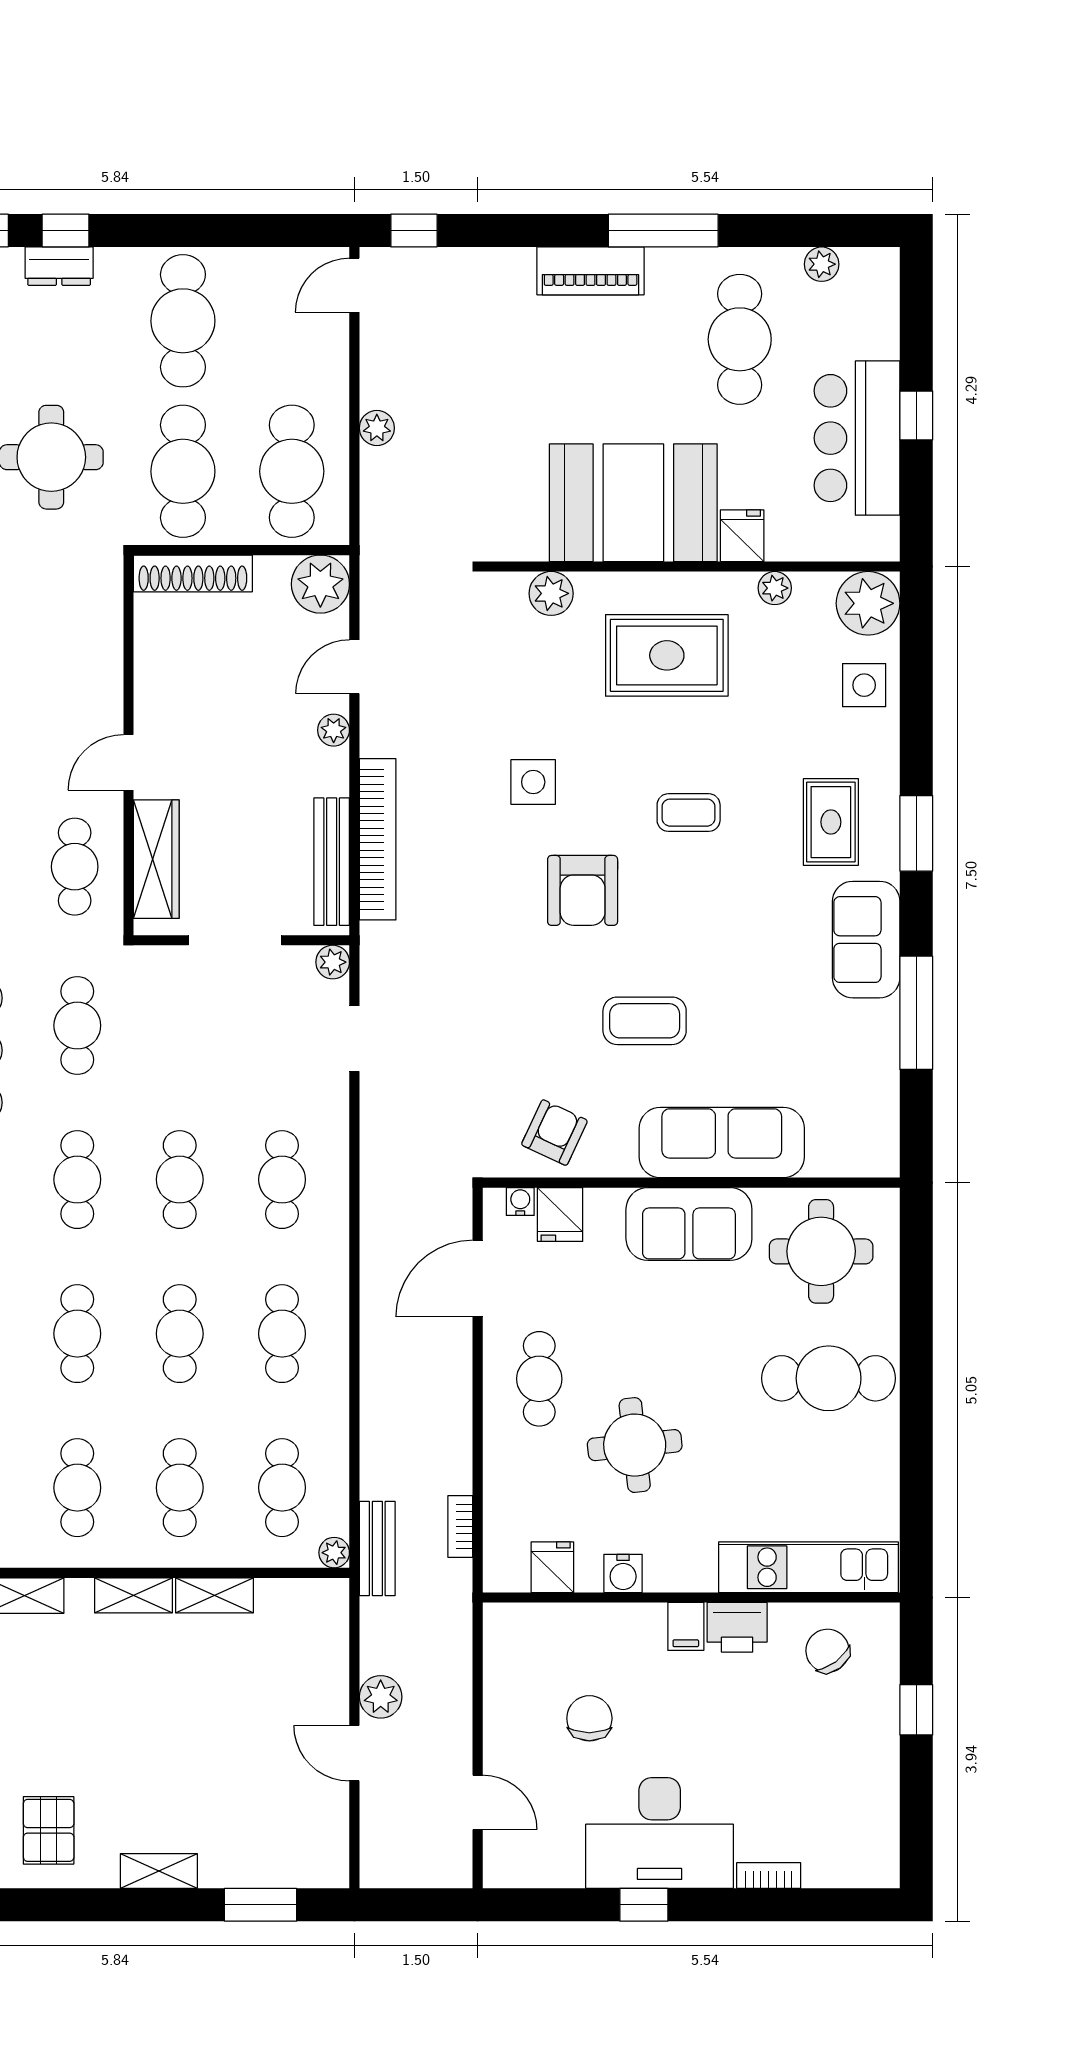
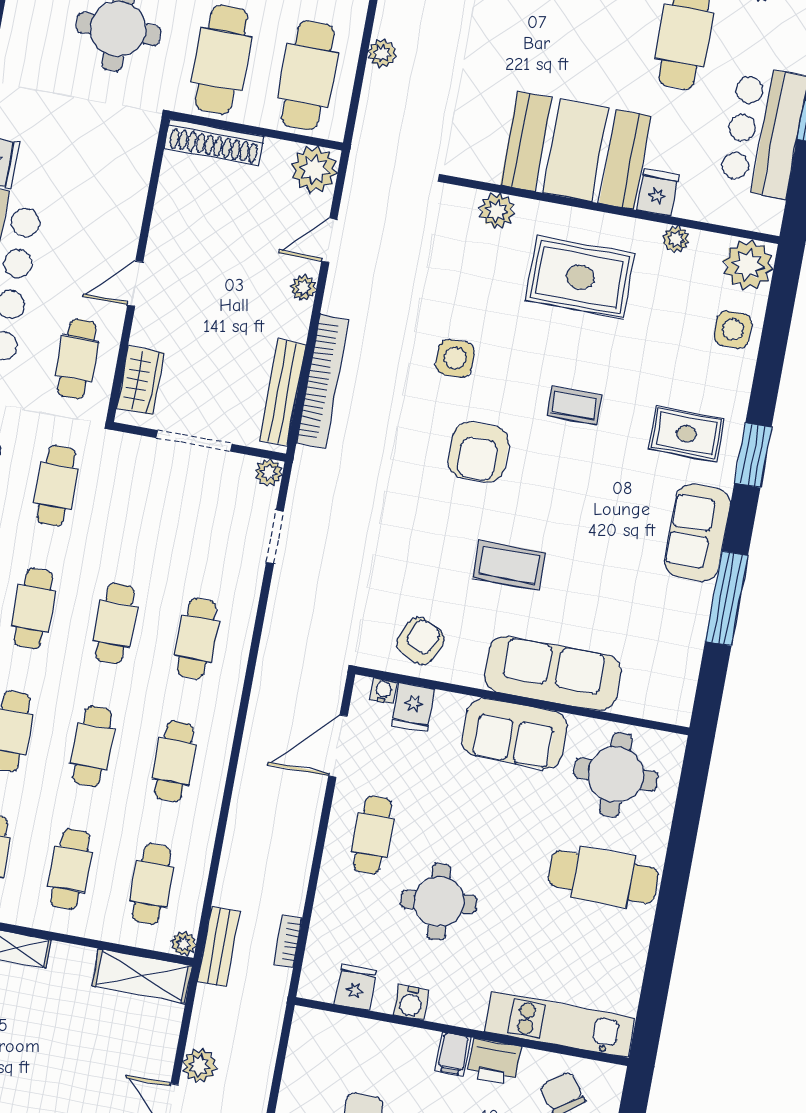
rug: (831, 822) -> (686, 434), turned 90
wardrobe: (156, 859) -> (140, 380), width x0.67
shelving: (215, 1595) -> (142, 976), moved, width x1.50, depth x1.33

